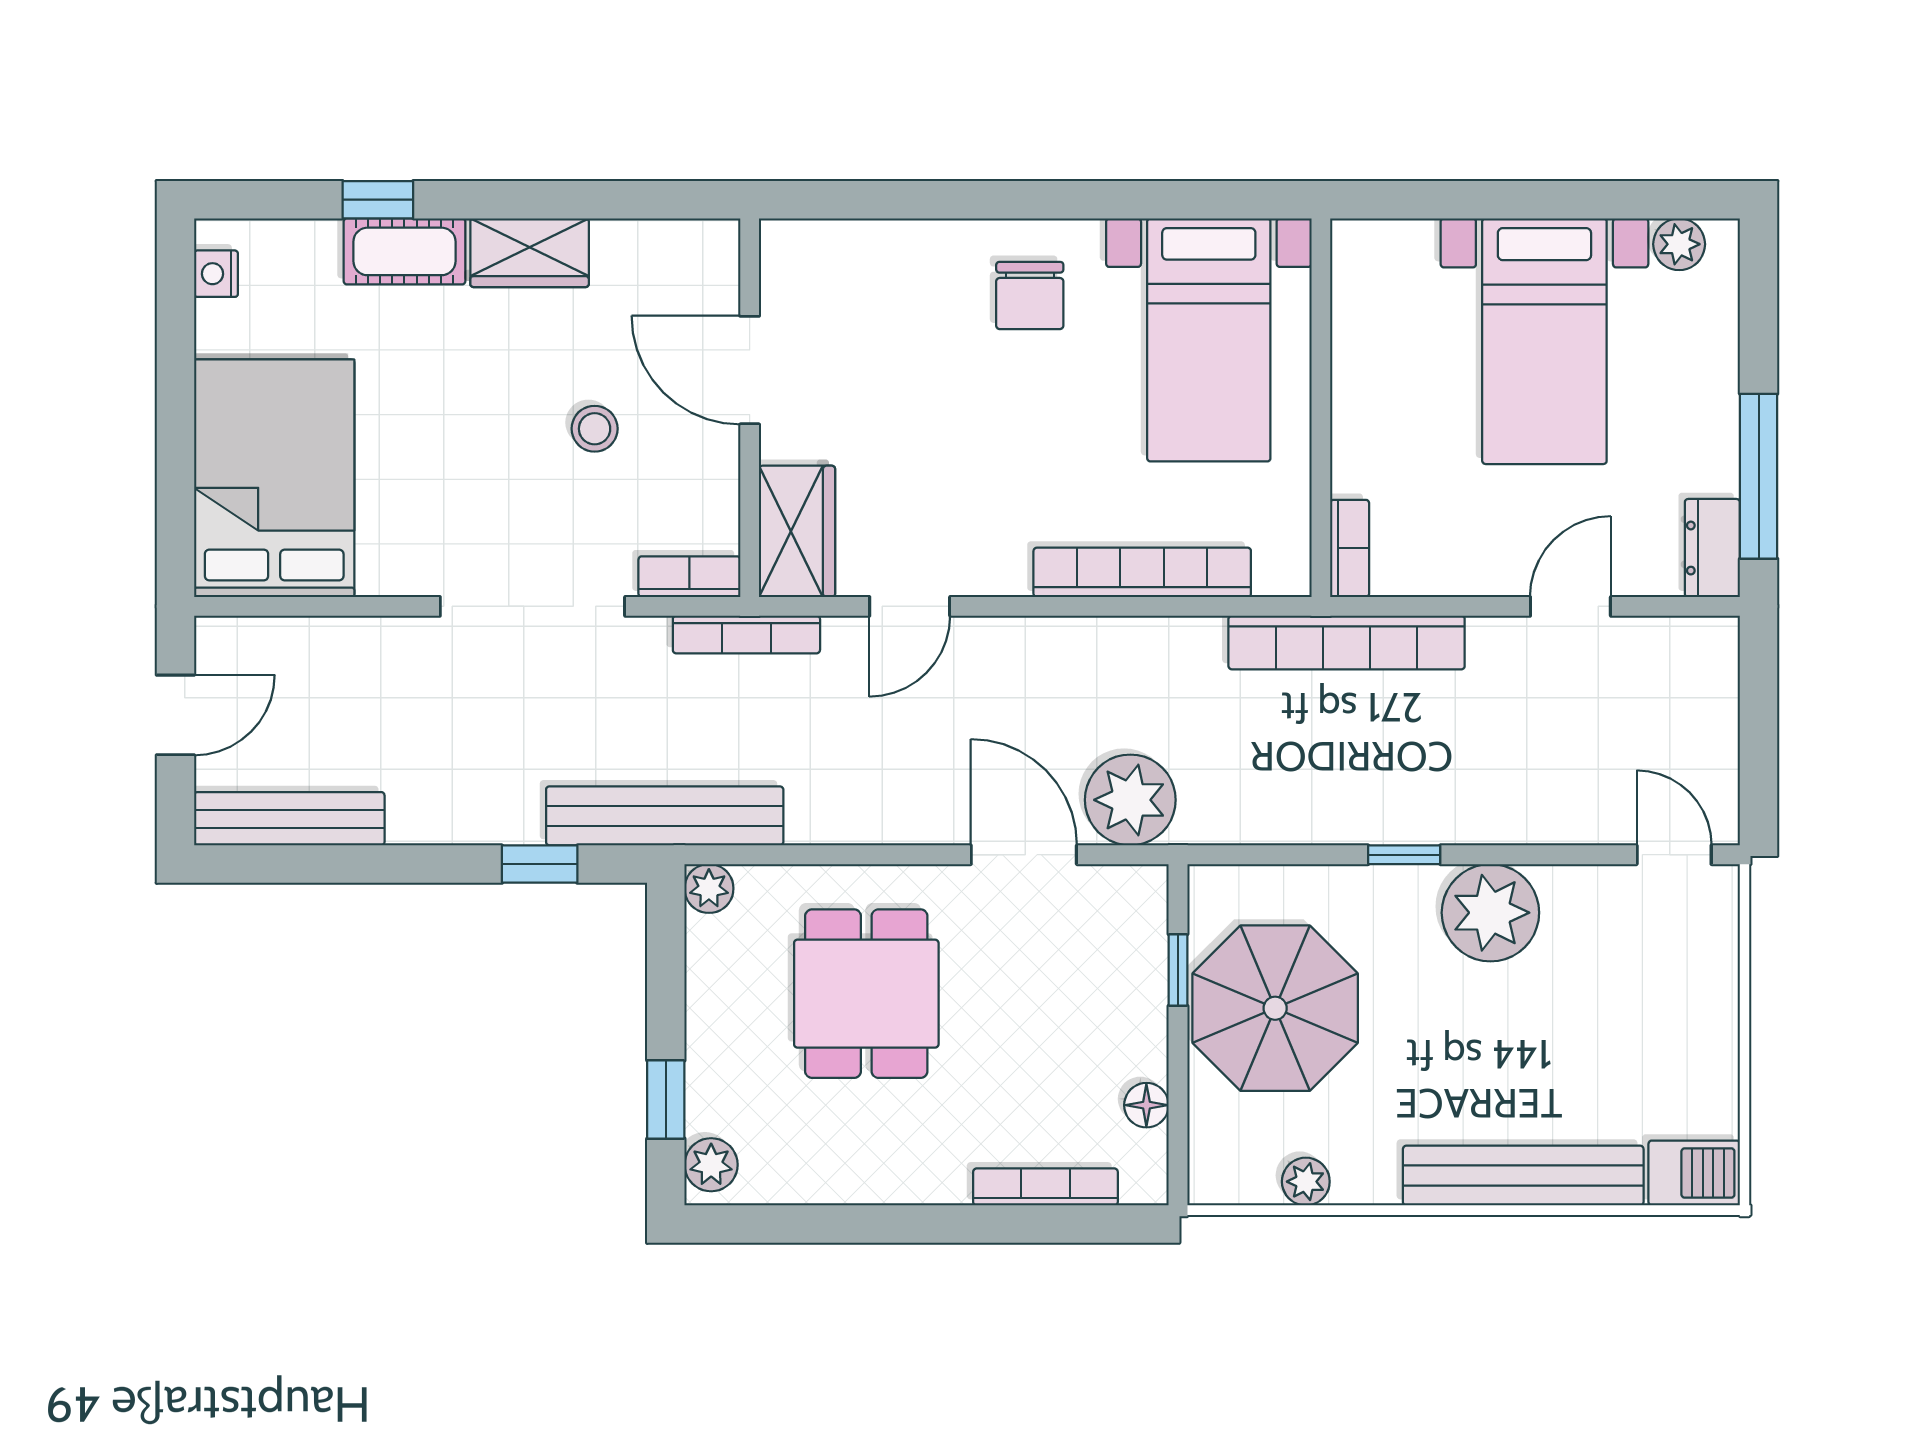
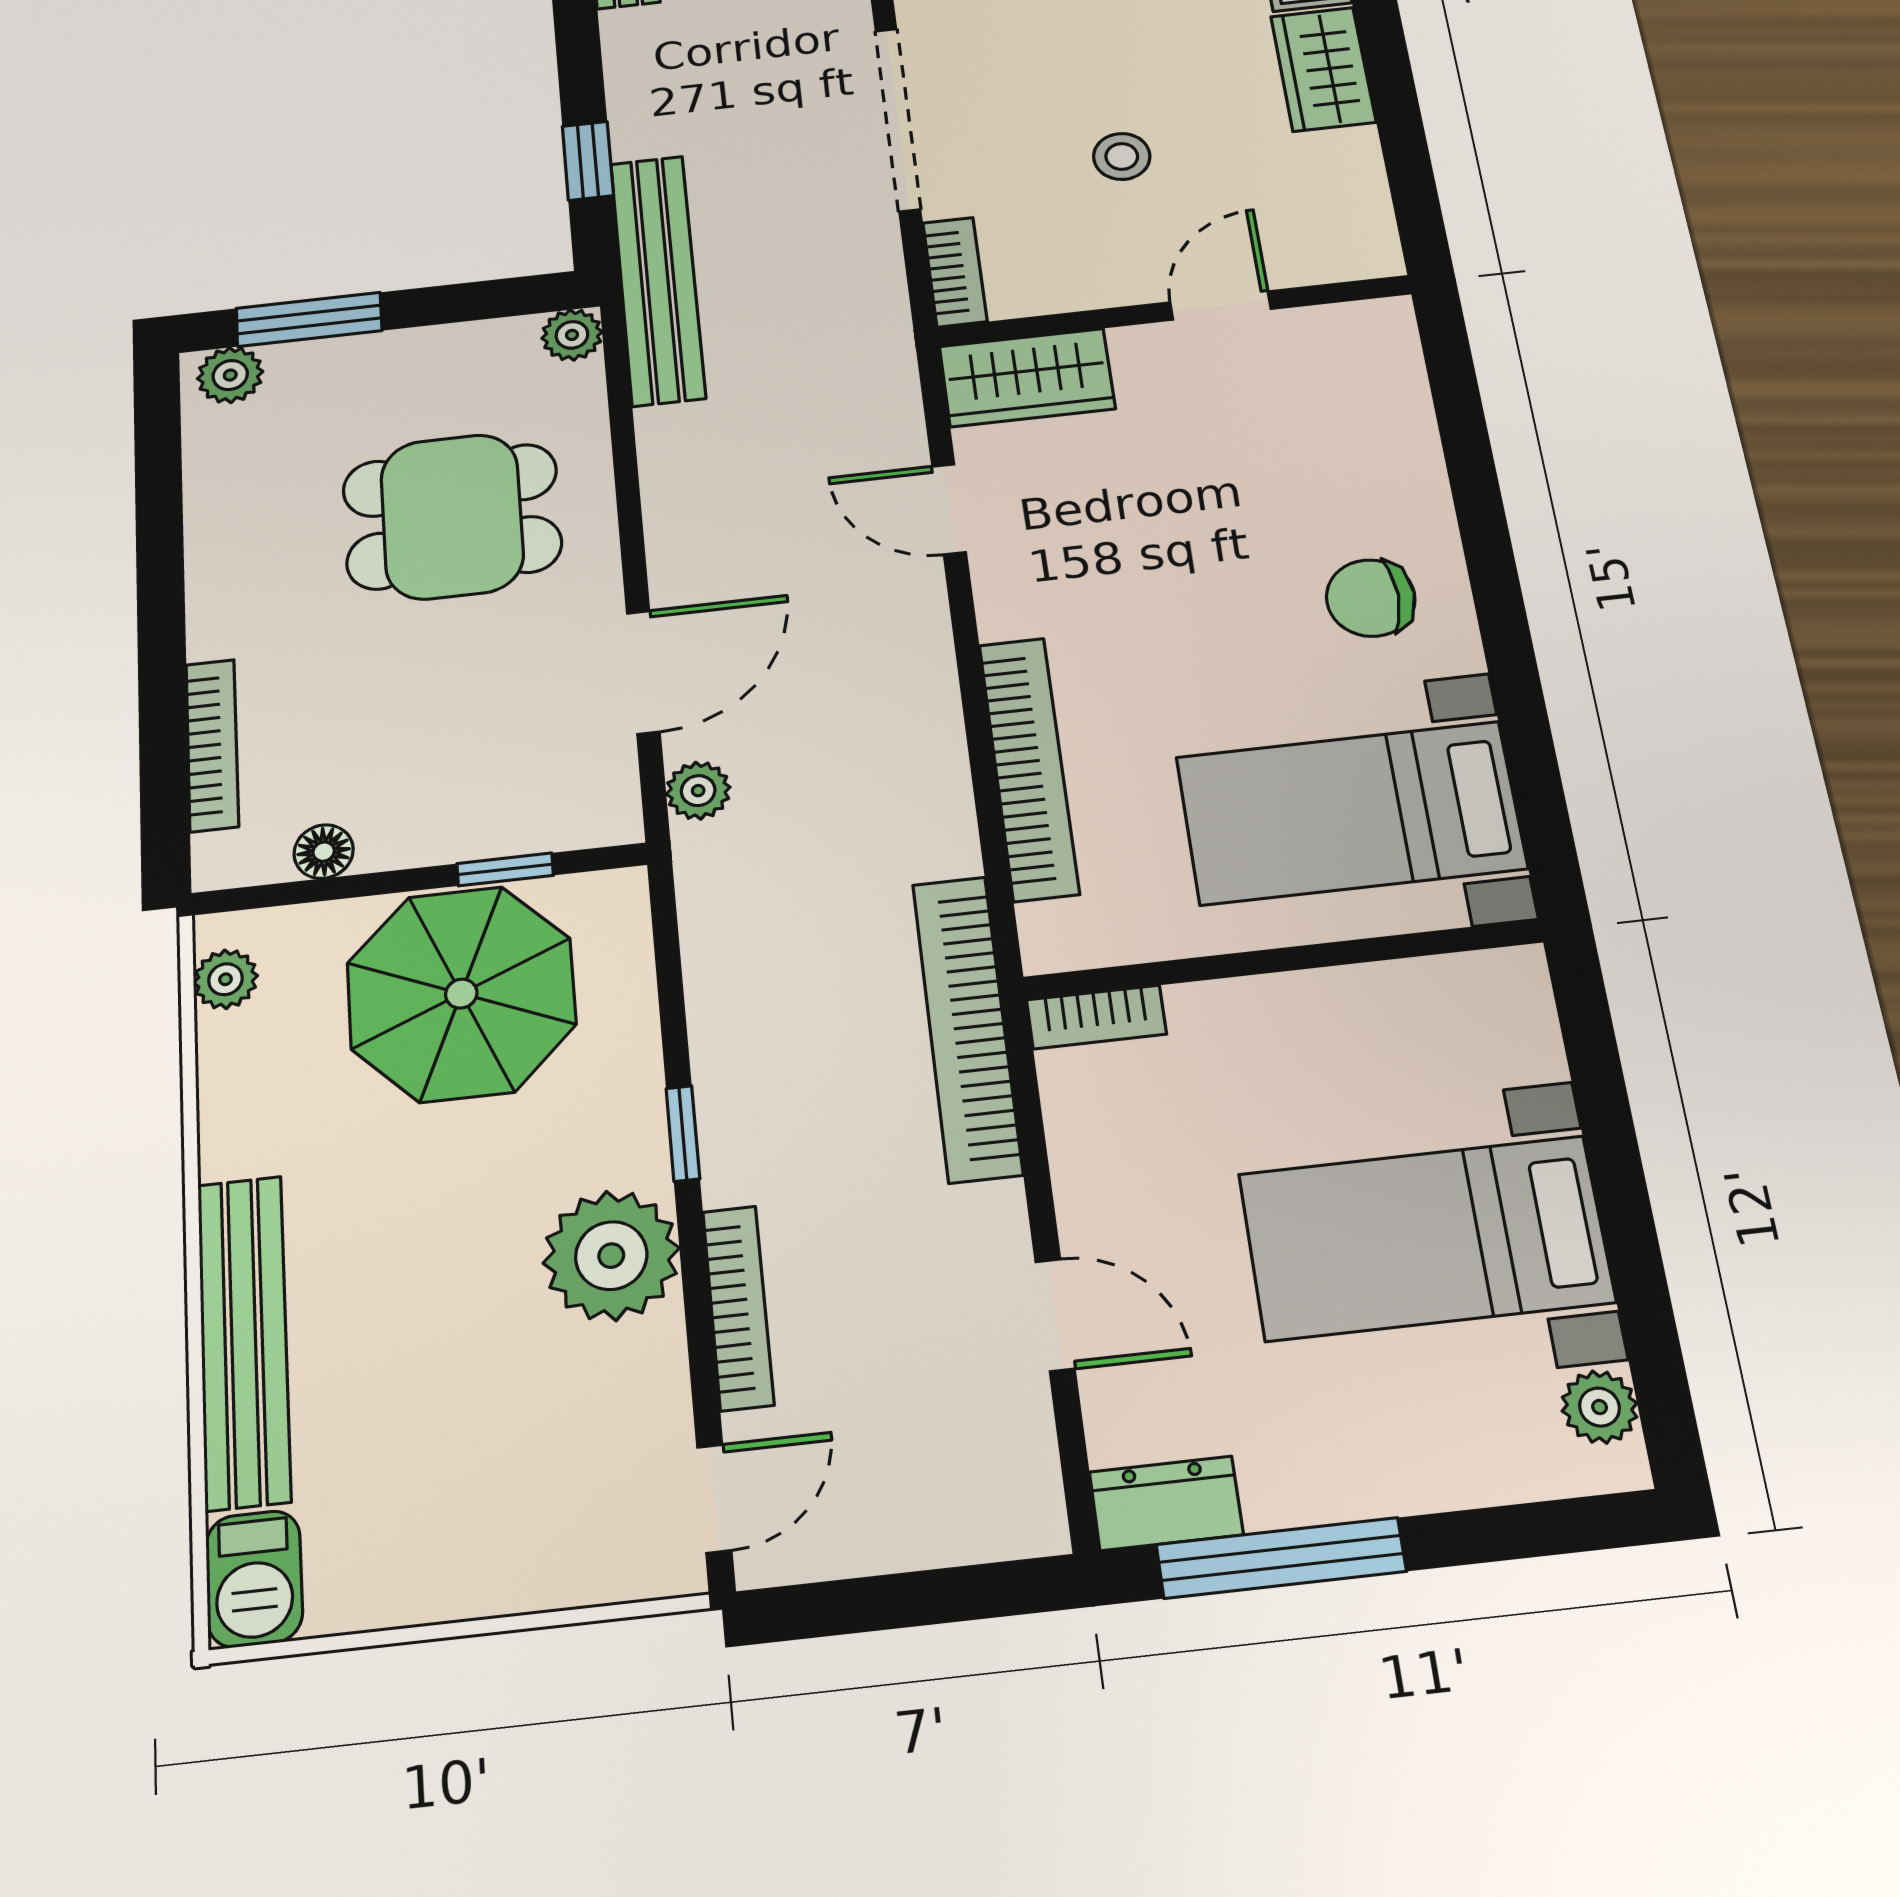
door: (750, 370) -> (1221, 306), width x0.73
bookcase: (746, 635) -> (738, 1308), moved, turned 180
plant: (1130, 800) -> (698, 791), width x0.53, depth x0.53
window: (666, 1100) -> (309, 319), width x1.50
plant: (1306, 1182) -> (226, 979), moved

